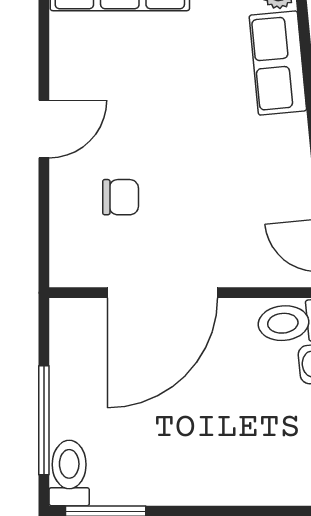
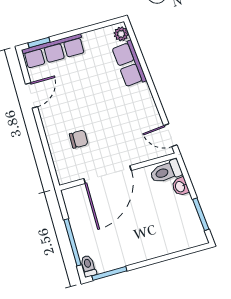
door: (44, 129) -> (32, 95), moved
toilet: (69, 473) -> (88, 266), width x0.73, depth x0.72

